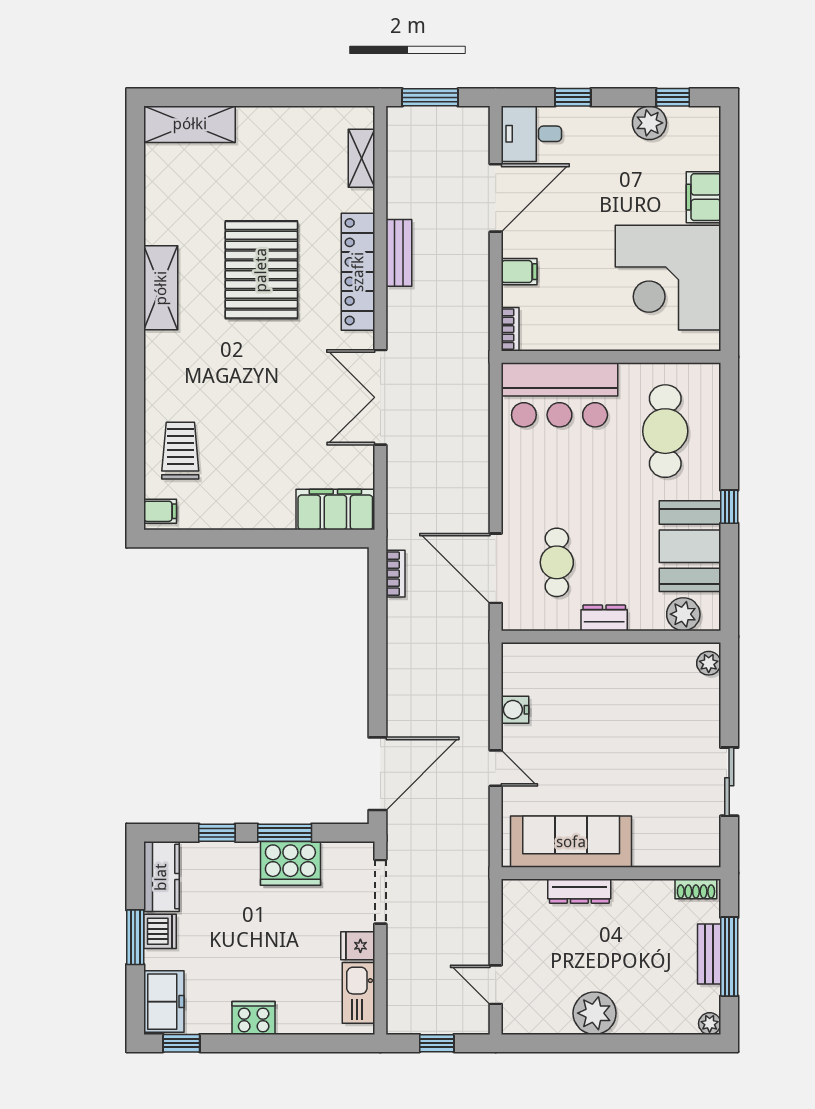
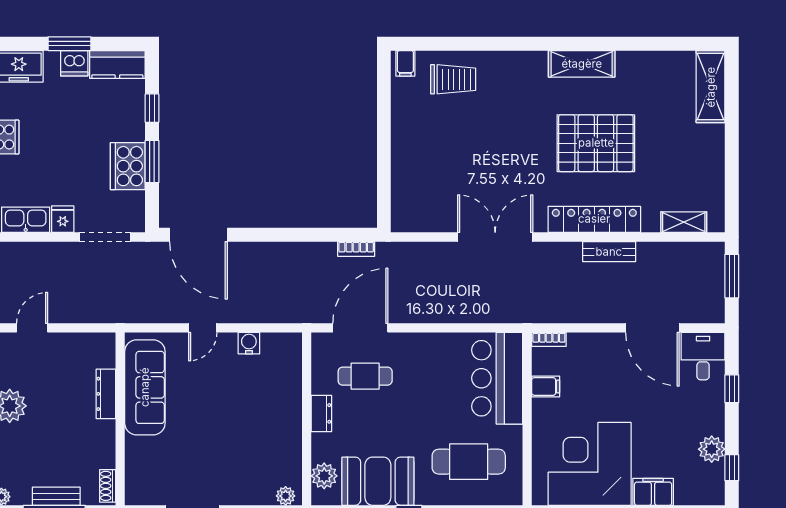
filing cabinet: (519, 272) -> (546, 386), moved, turned -90
filing cabinet: (335, 510) -> (407, 202), removed

